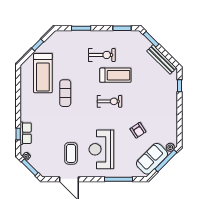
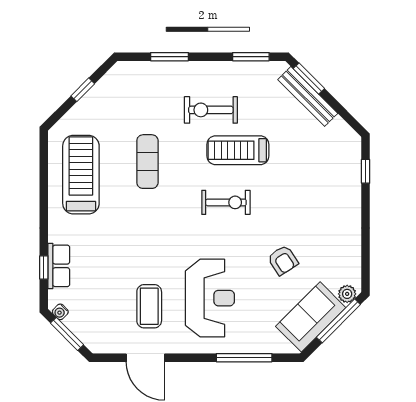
exercise bike: (102, 55) -> (211, 110), turned 180
bench: (162, 59) -> (308, 96), moved
treadmill: (43, 73) -> (81, 175), moved, turned 180
treadmill: (115, 75) -> (238, 150), turned 180
exercise mat: (65, 93) -> (147, 162), moved
reception desk: (101, 149) -> (210, 298), turned 180

